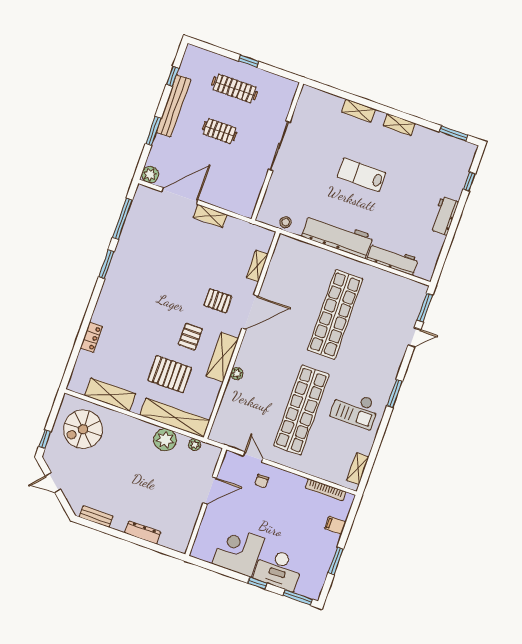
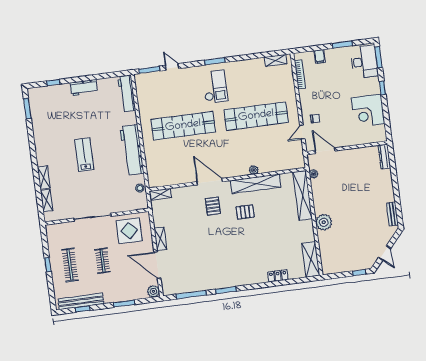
bench: (174, 106) -> (81, 301), moved
shelving: (399, 125) -> (47, 200), moved
lab bench: (361, 175) -> (84, 155), turned 180
display table: (240, 182) -> (129, 231), added
workbench: (393, 259) -> (127, 94), moved
shelving: (257, 266) -> (160, 194), moved
shelving: (222, 357) -> (256, 184), width x1.47
pallet: (170, 374) -> (276, 213), removed
shelving: (110, 395) -> (311, 259), moved
checkout: (355, 409) -> (215, 87), moved
spiral stairs: (83, 429) -> (340, 251), removed
plant: (165, 440) -> (324, 222), moved
door: (210, 491) -> (325, 151), moved
dresser: (143, 532) -> (384, 157), moved
desk: (278, 569) -> (364, 62), moved

